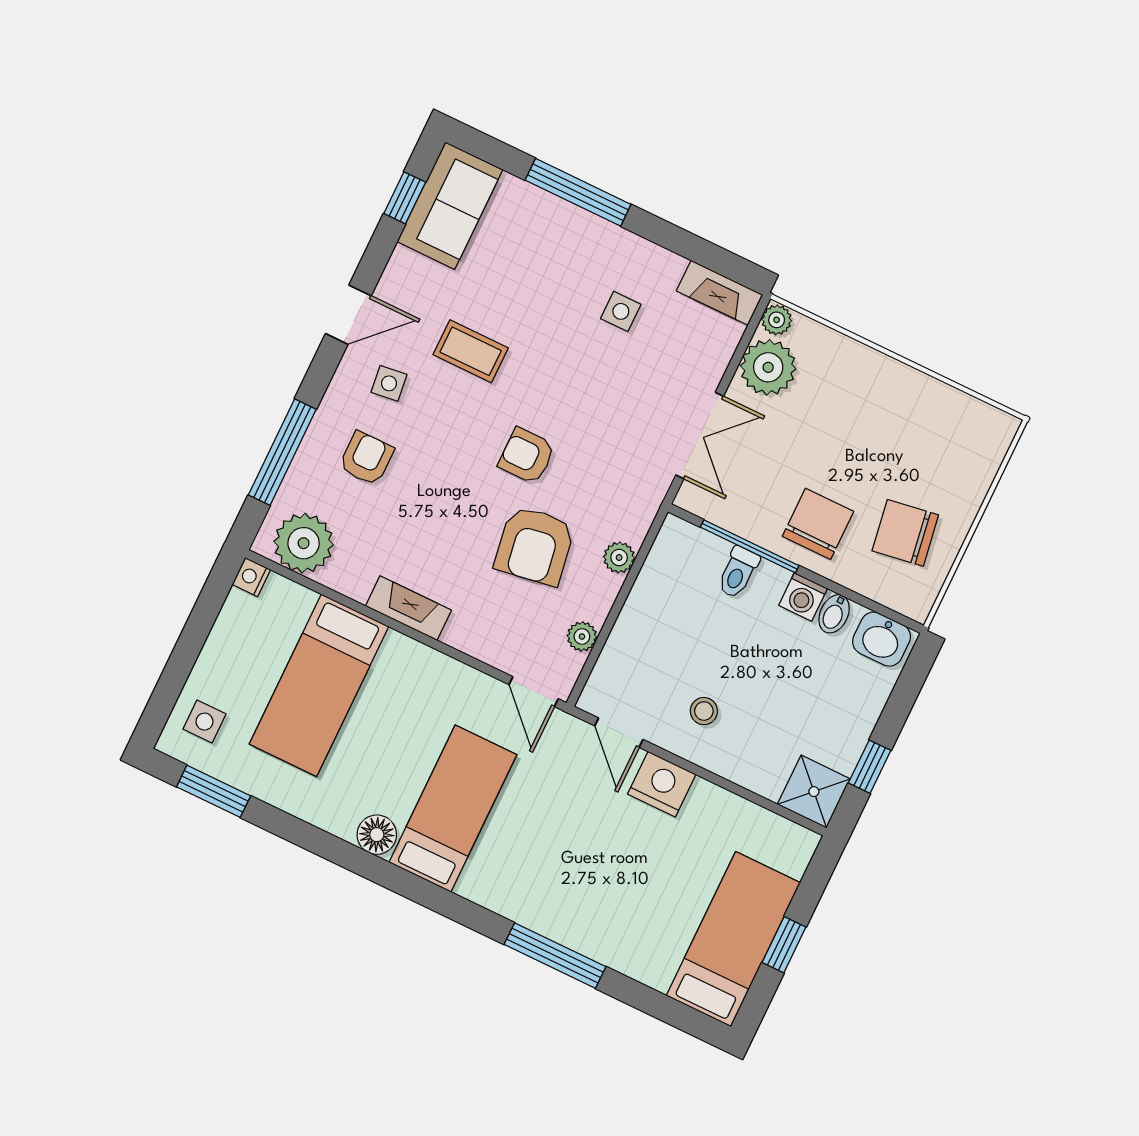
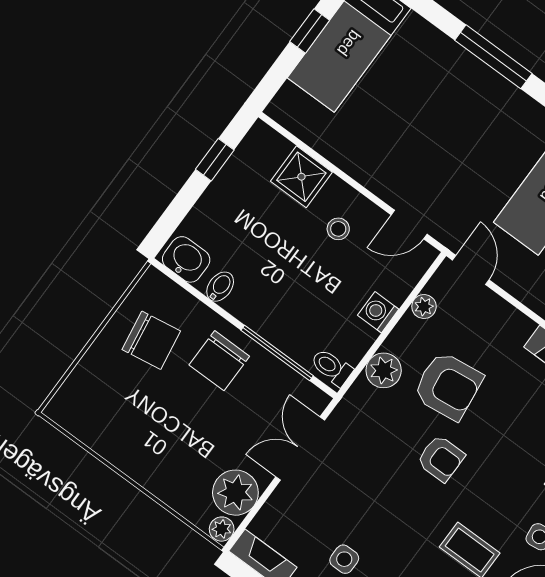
armchair: (535, 546) -> (448, 386), turned 92
plant: (619, 557) -> (384, 370), width x1.38, depth x1.38
toilet: (738, 572) -> (332, 367), moved, turned -90
washing machine: (803, 597) -> (378, 312), moved, turned -90
door: (619, 733) -> (409, 224), swing flipped
nightstand: (662, 784) -> (383, 177), removed
shower: (814, 792) -> (301, 177), moved

